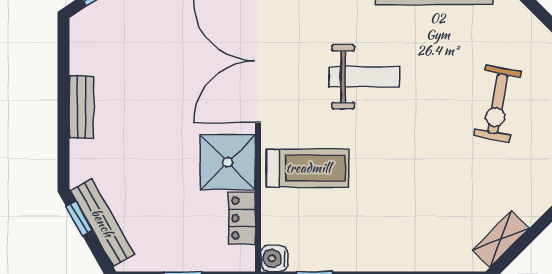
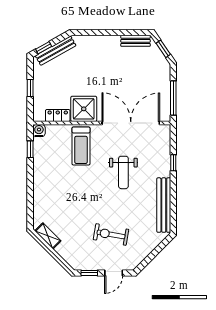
bench: (81, 107) -> (135, 41), moved
window: (79, 218) -> (44, 48), moved

